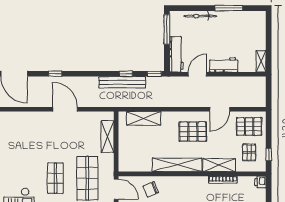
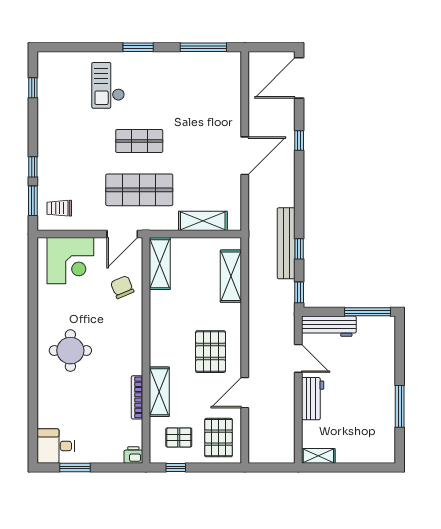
bicycle: (200, 16) -> (388, 363), removed
door: (220, 109) -> (245, 393), hinge flipped
shelving: (177, 165) -> (160, 264), moved, width x0.68

